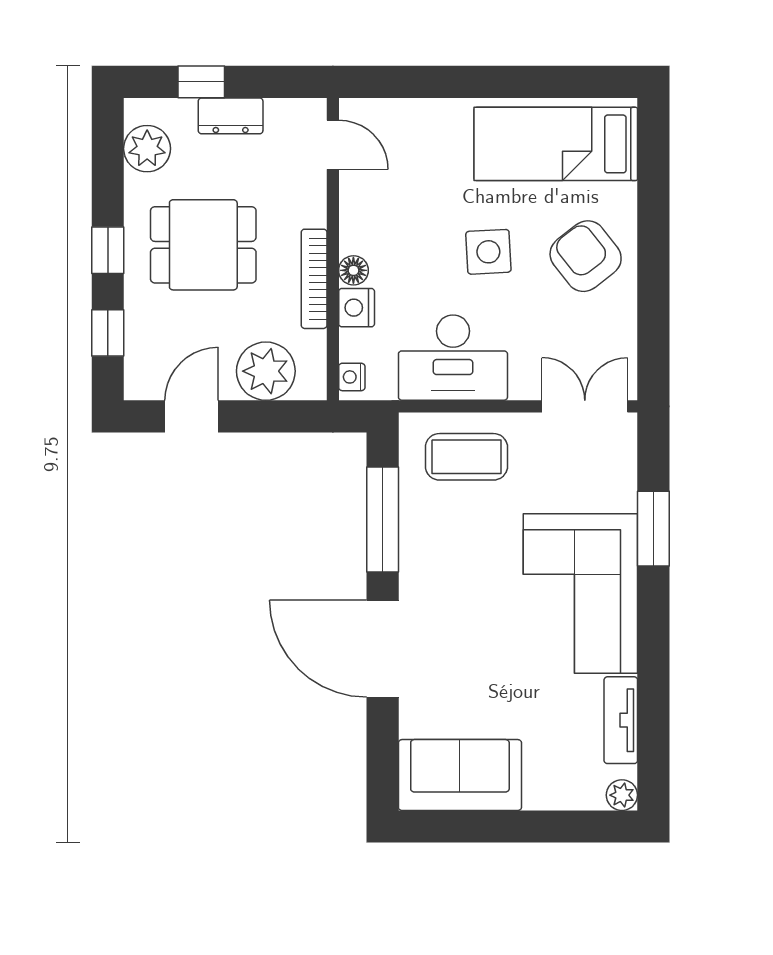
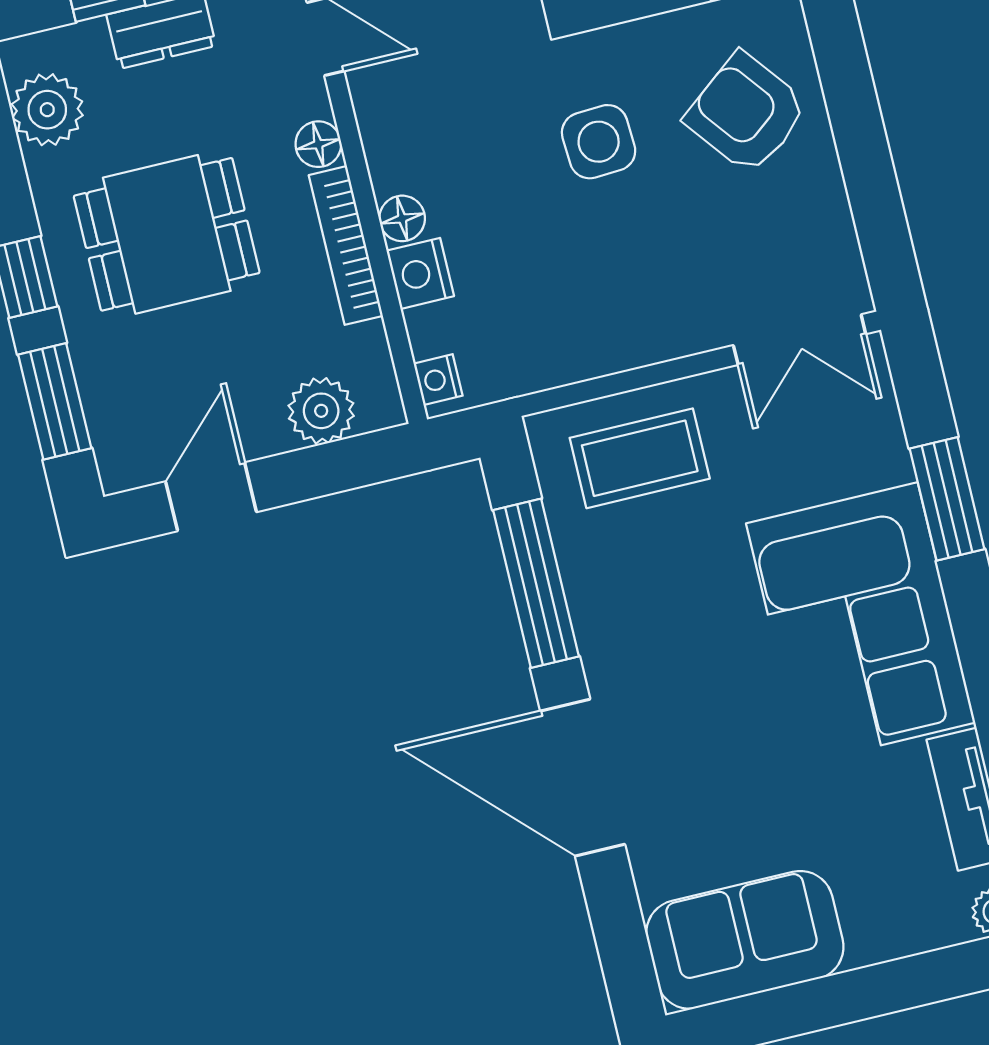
floor lamp: (312, 211) -> (318, 144), added
window: (108, 333) -> (55, 401), width x1.50
desk: (453, 358) -> (584, 314), removed
plant: (266, 371) -> (321, 411), width x0.73, depth x0.73
double door: (585, 406) -> (800, 340), swing flipped

